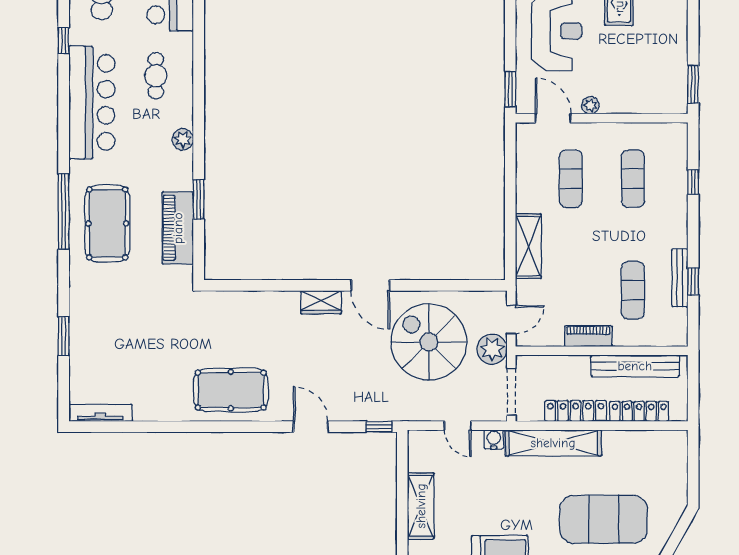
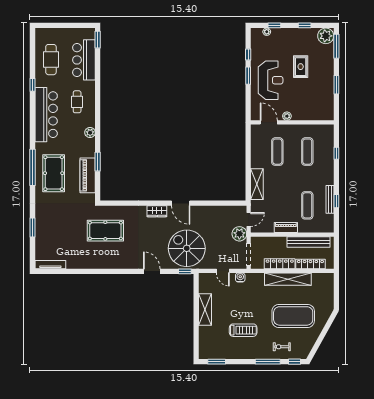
window: (693, 84) -> (336, 85), moved
window: (510, 89) -> (248, 76), moved
spiral stairs: (429, 342) -> (187, 248), moved
pool table: (231, 390) -> (105, 231), moved
shelving: (553, 443) -> (288, 279), moved

